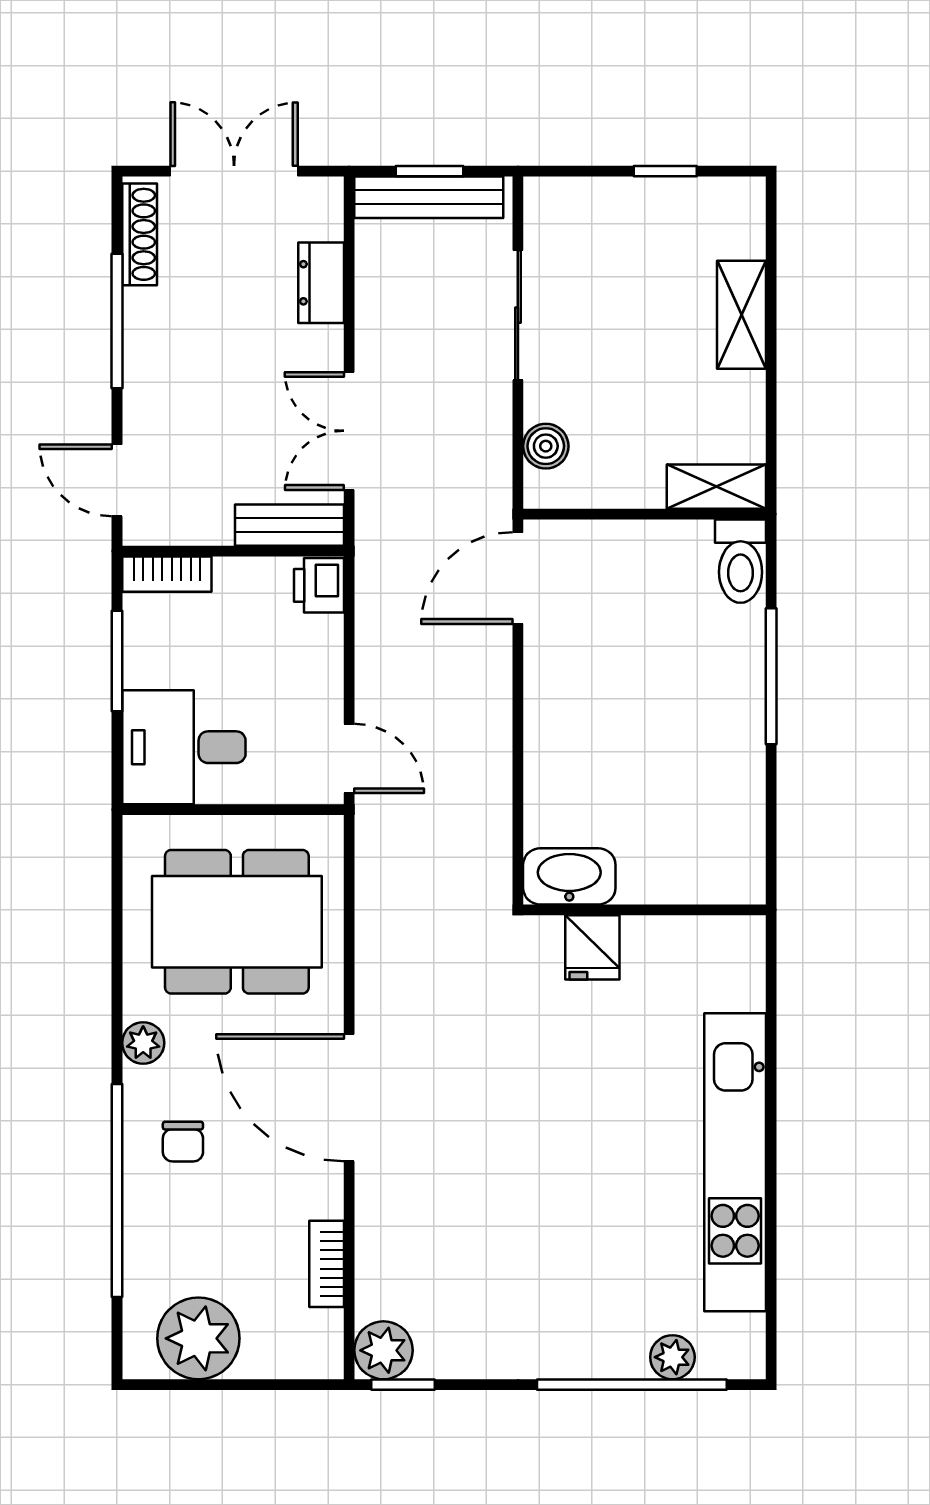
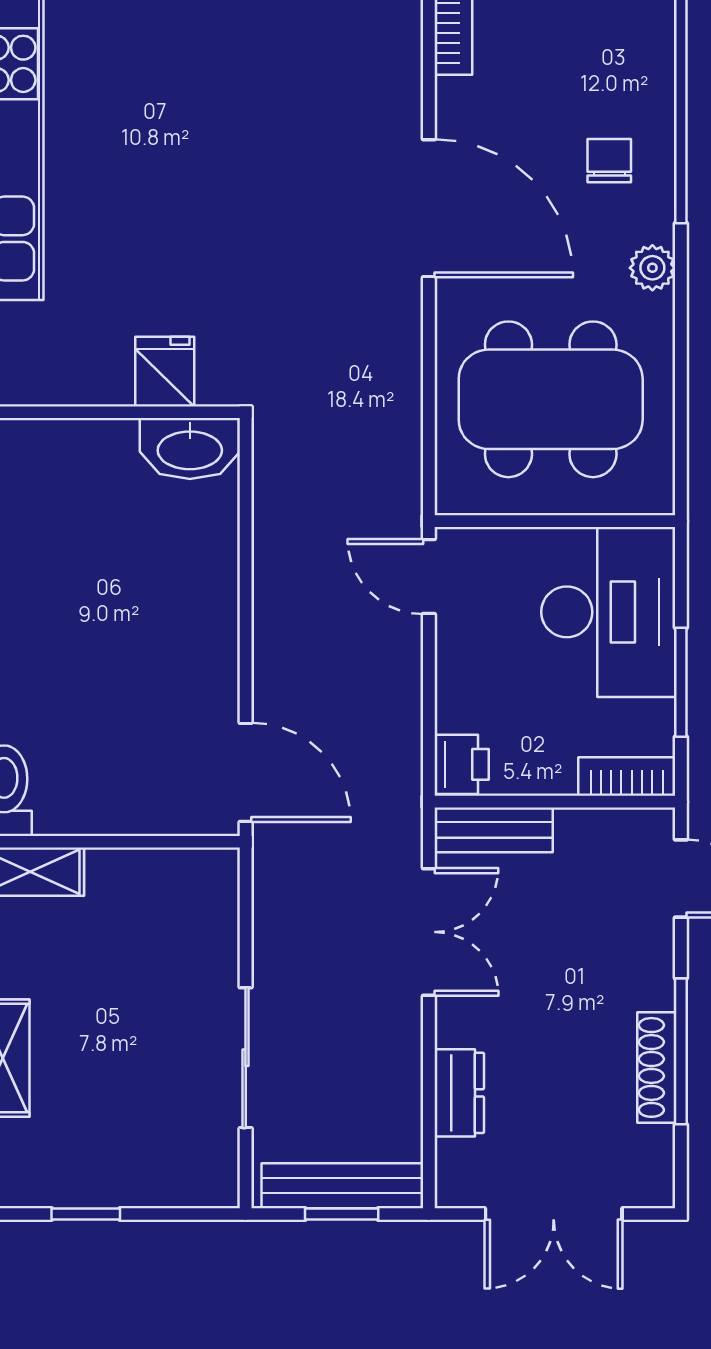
shoe rack: (140, 234) -> (656, 1067), moved
boiler: (546, 446) -> (215, 916), removed
door: (518, 578) -> (246, 772), hinge flipped
desk: (184, 747) -> (608, 612), width x1.37

